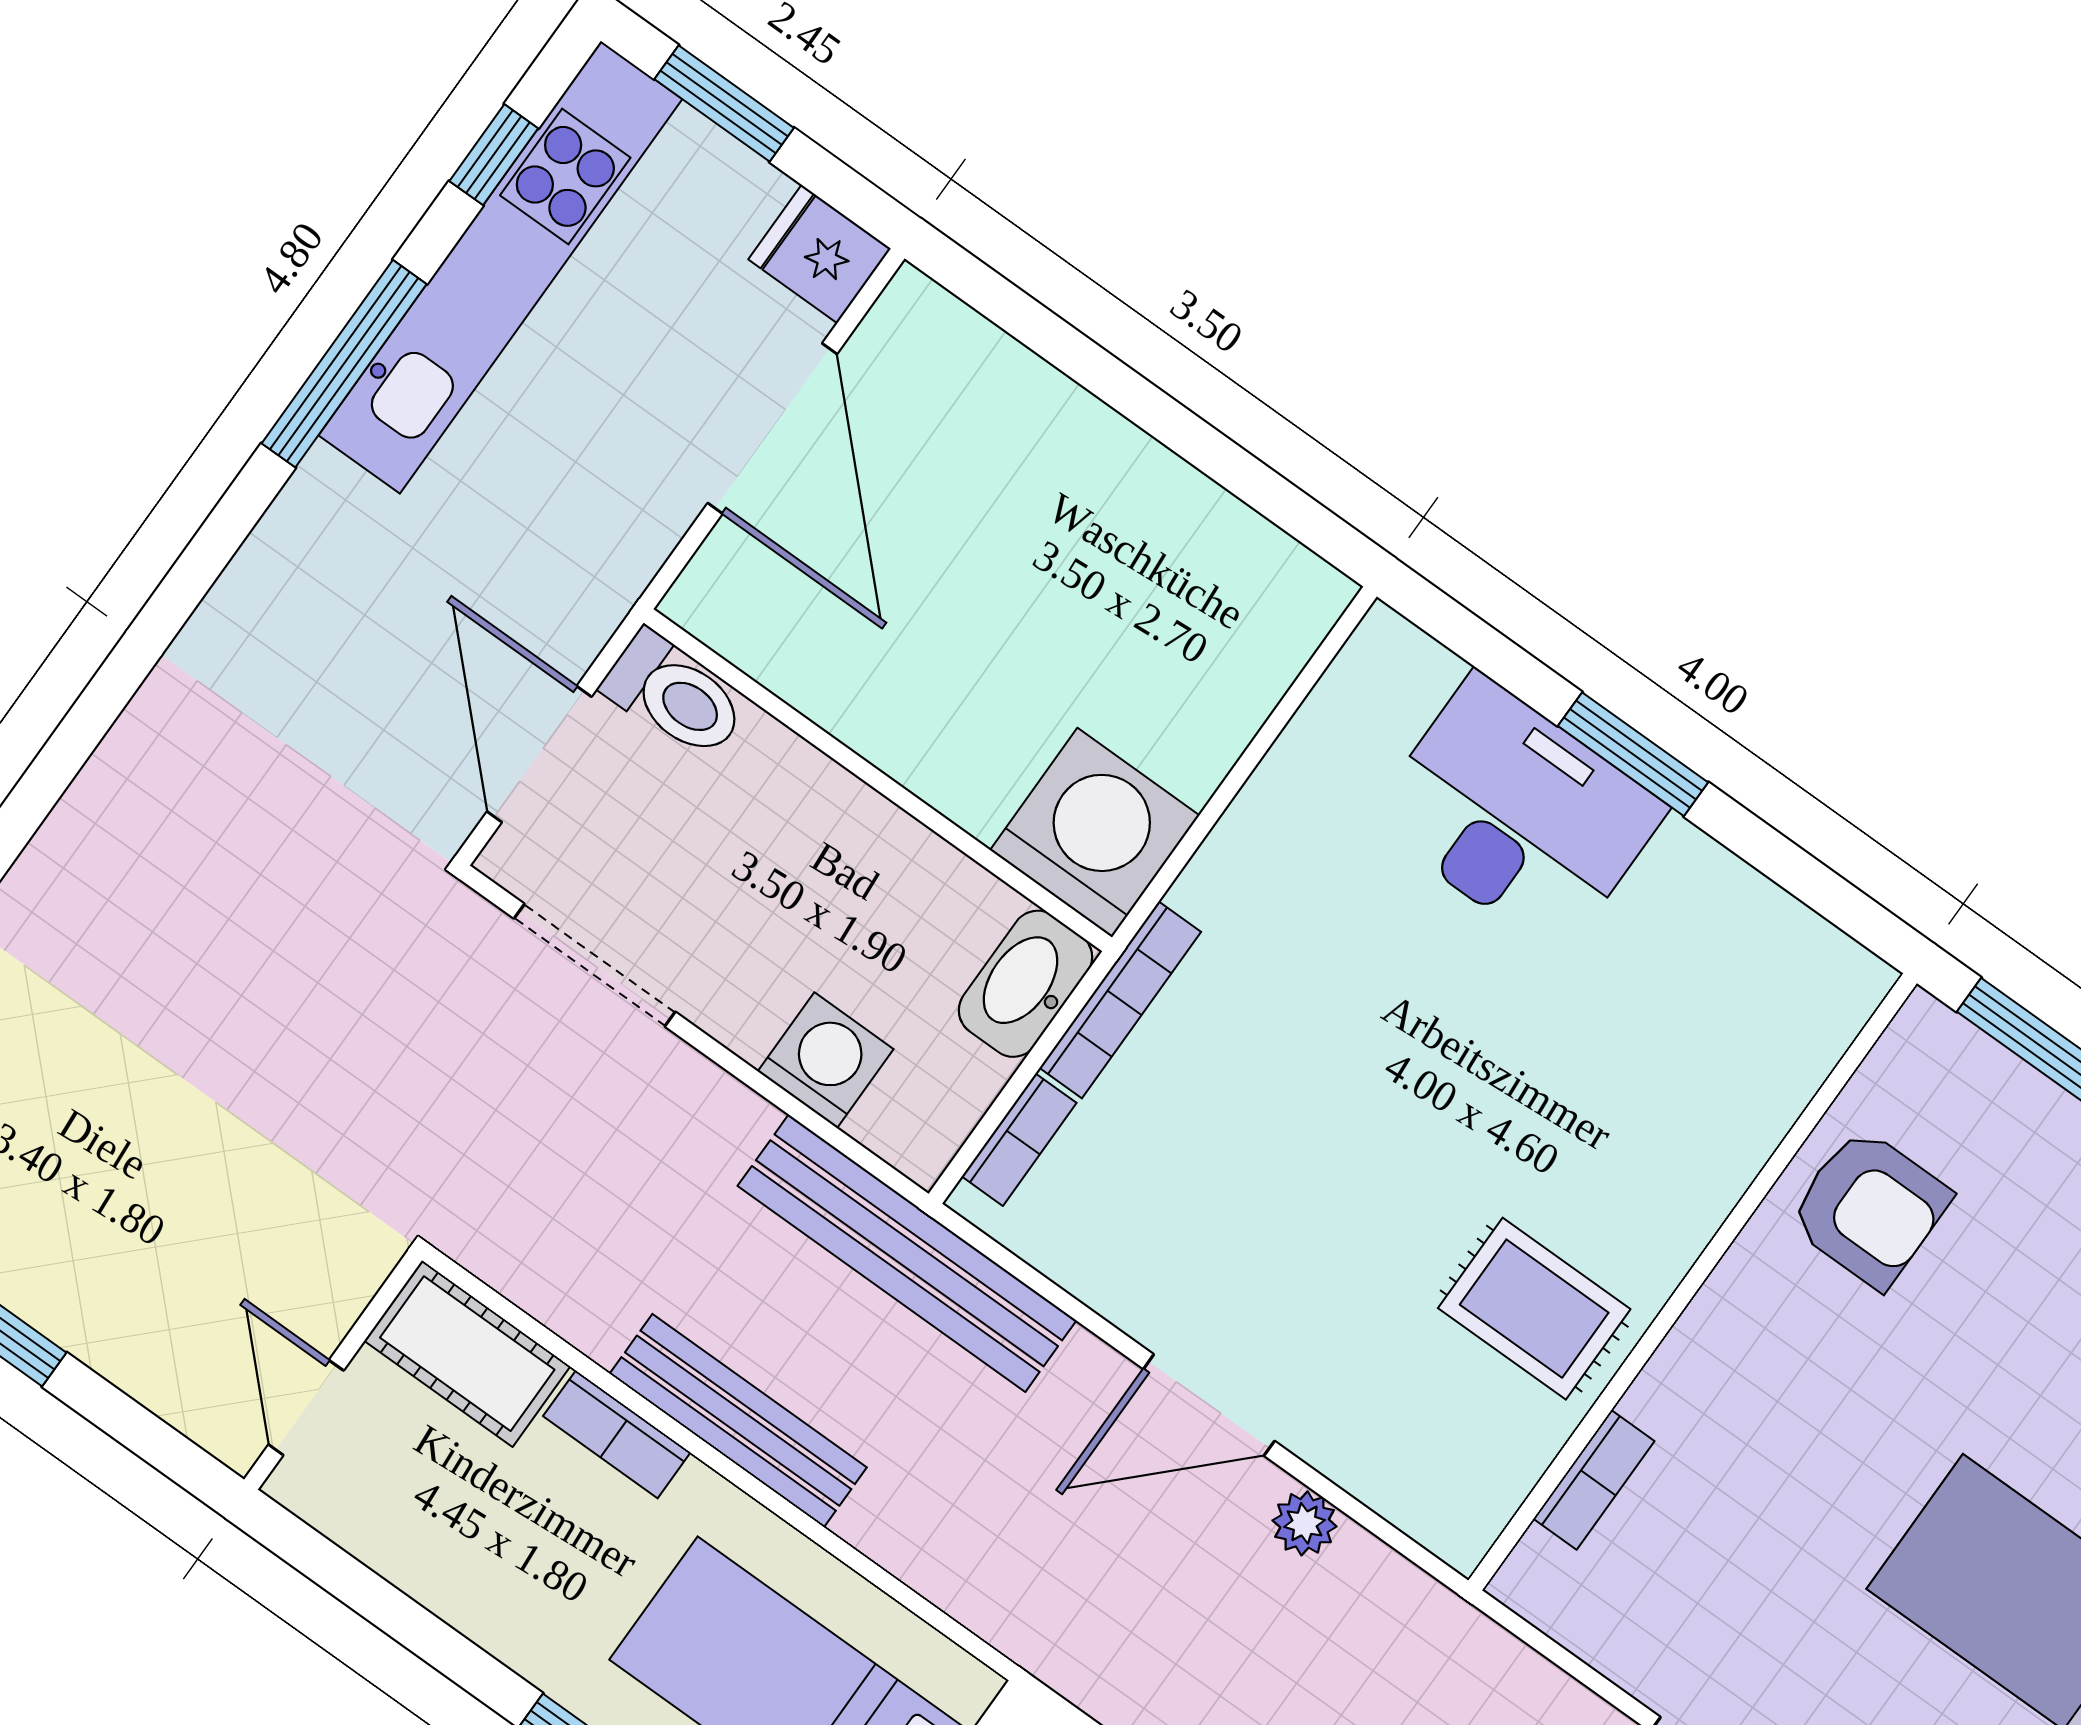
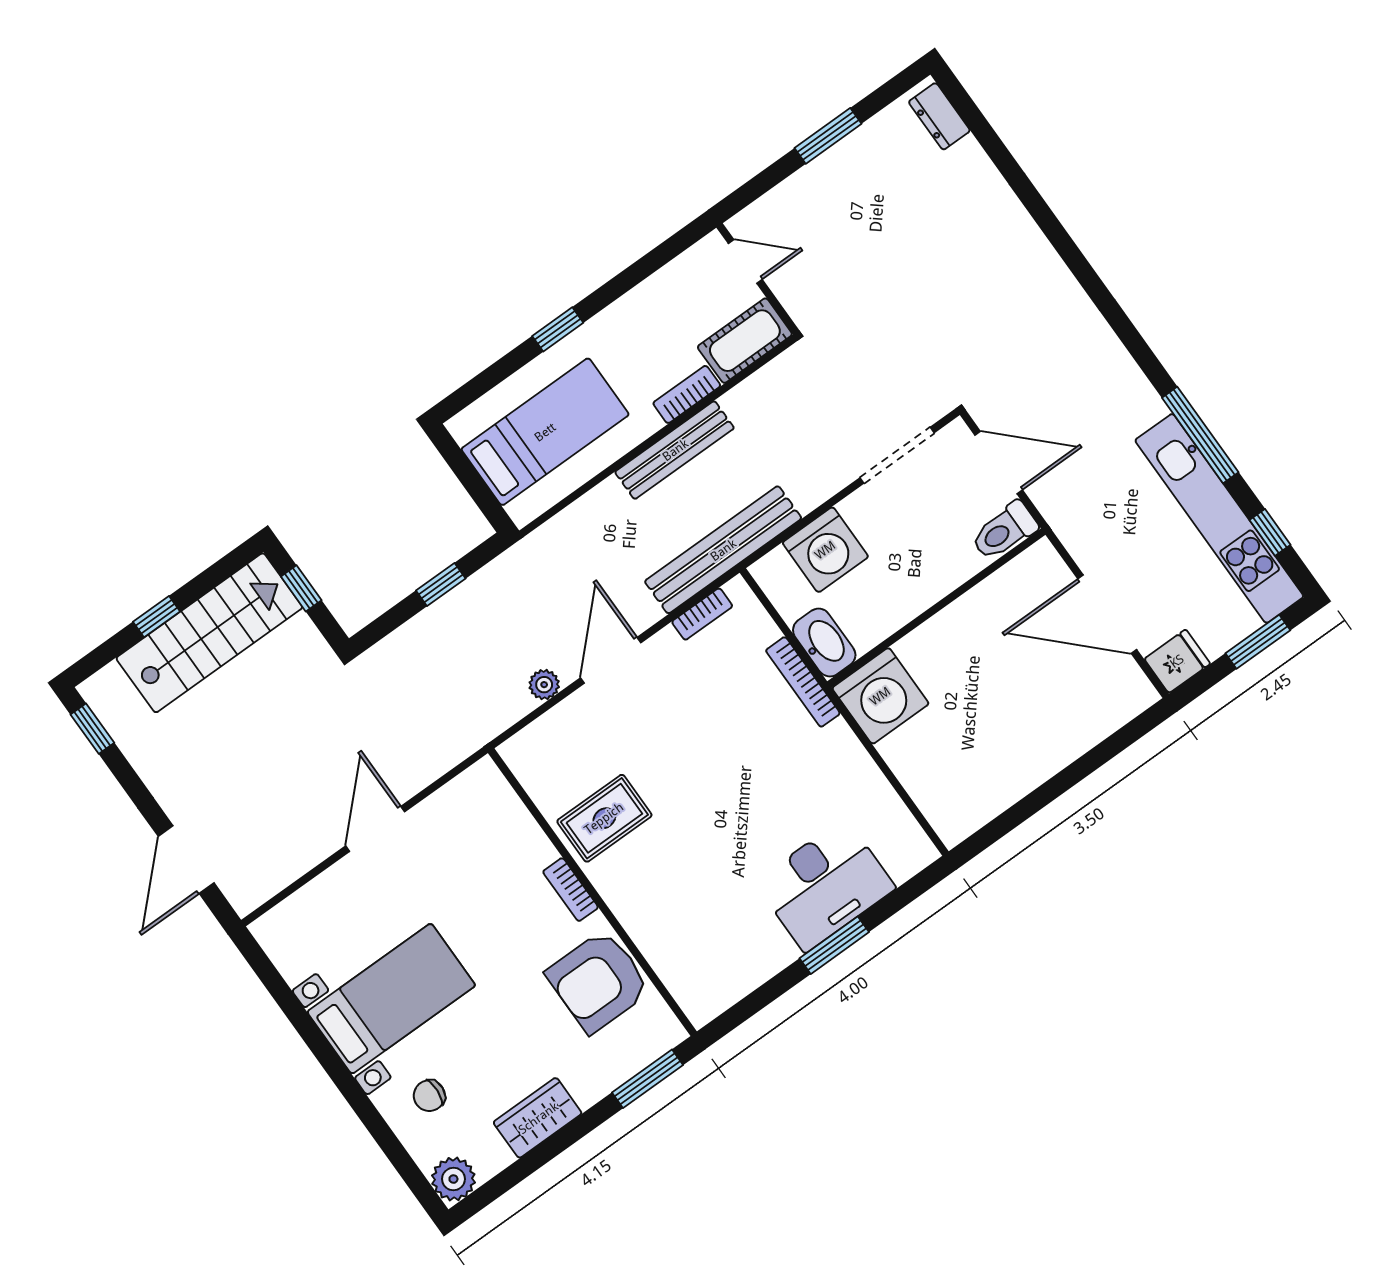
washing machine: (826, 1060) -> (825, 550), width x1.37, depth x1.37
bookcase: (1019, 1140) -> (702, 614), moved, turned -90
armchair: (1869, 1208) -> (598, 981), width x1.36, depth x1.36
bookcase: (1594, 1480) -> (570, 890), moved

